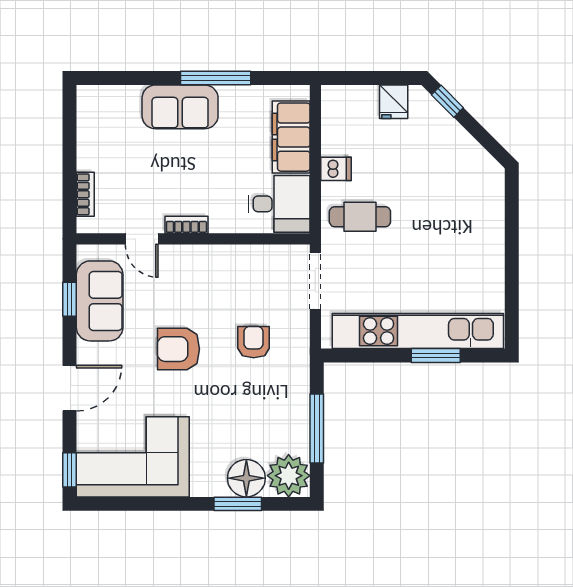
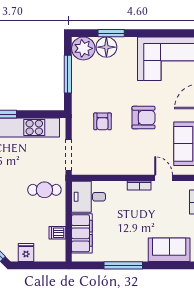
sofa: (180, 107) -> (169, 250), moved
dishwasher: (336, 169) -> (57, 233), moved

